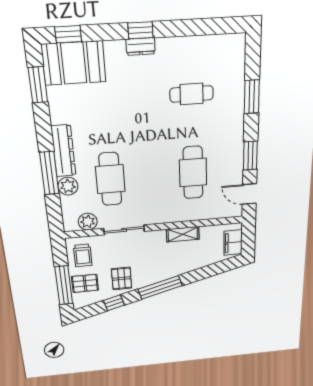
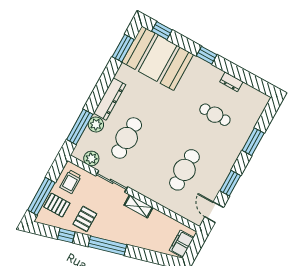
dresser: (141, 47) -> (231, 82), moved
booth: (74, 63) -> (158, 58), width x1.36, depth x1.42
window: (49, 173) -> (80, 127), moved
shelving: (183, 234) -> (139, 206), moved

